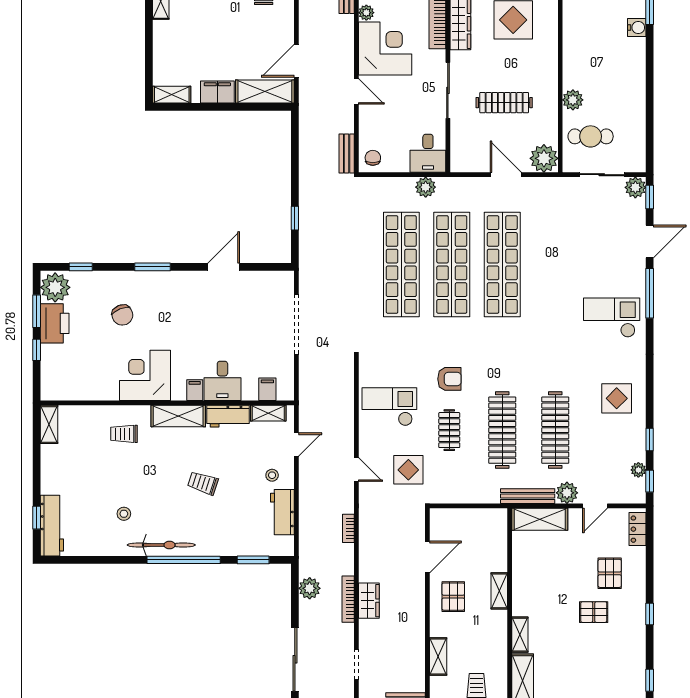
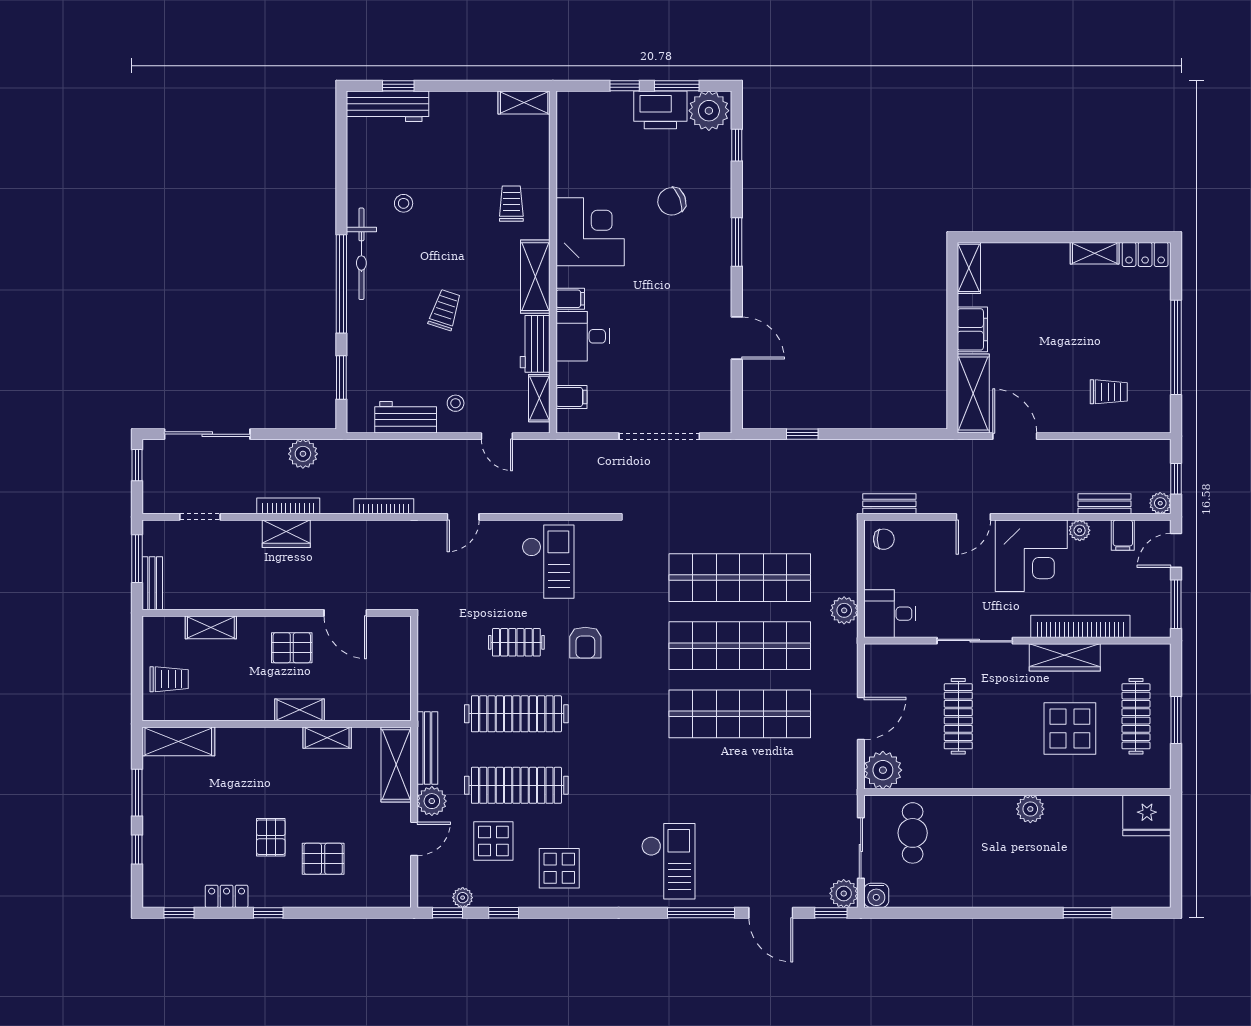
water cooler: (637, 27) -> (876, 895), moved
plant: (573, 100) -> (1030, 809), moved
display table: (408, 470) -> (493, 841), moved
door: (595, 506) -> (414, 839), swing flipped
bookcase: (348, 528) -> (384, 506), width x1.56
locker: (638, 529) -> (227, 896), moved
shelving: (520, 635) -> (327, 738), moved

